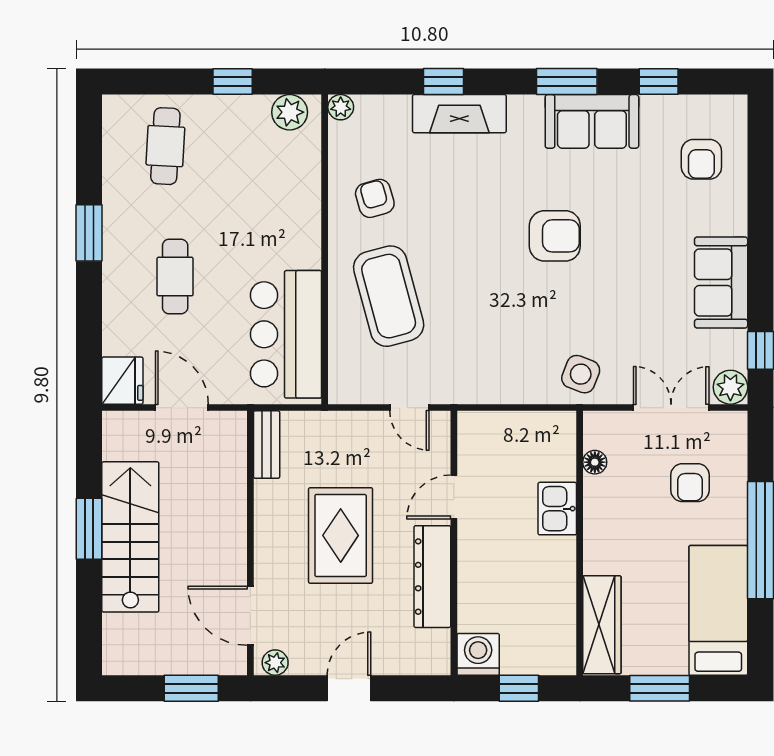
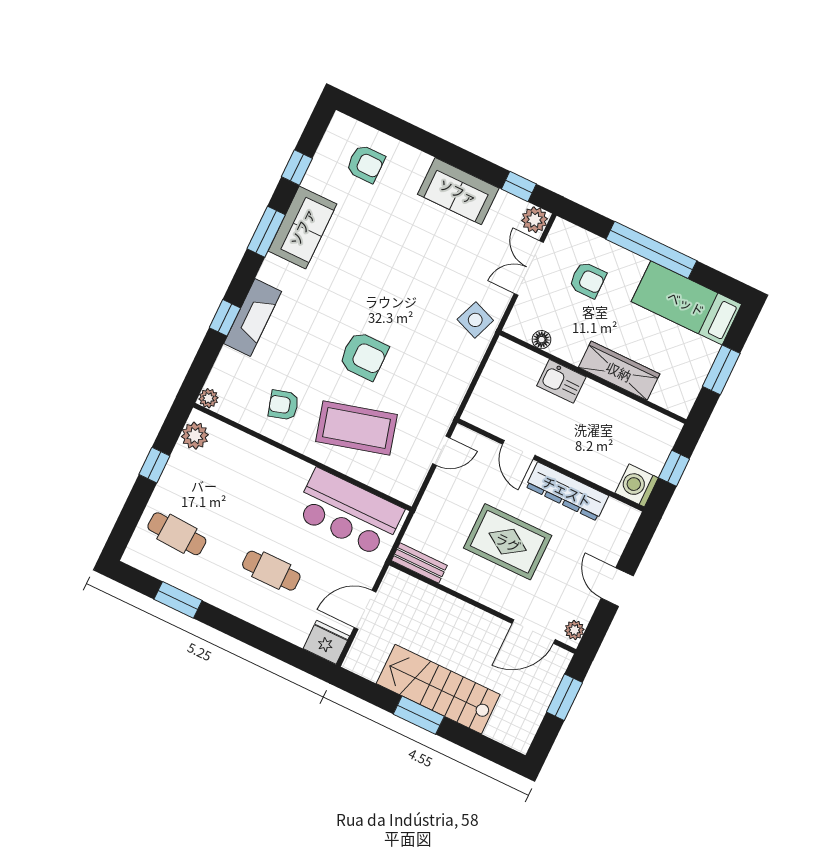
window: (89, 233) -> (178, 600), moved
armchair: (555, 236) -> (364, 356), moved, turned 90
wardrobe: (602, 625) -> (619, 371), moved

